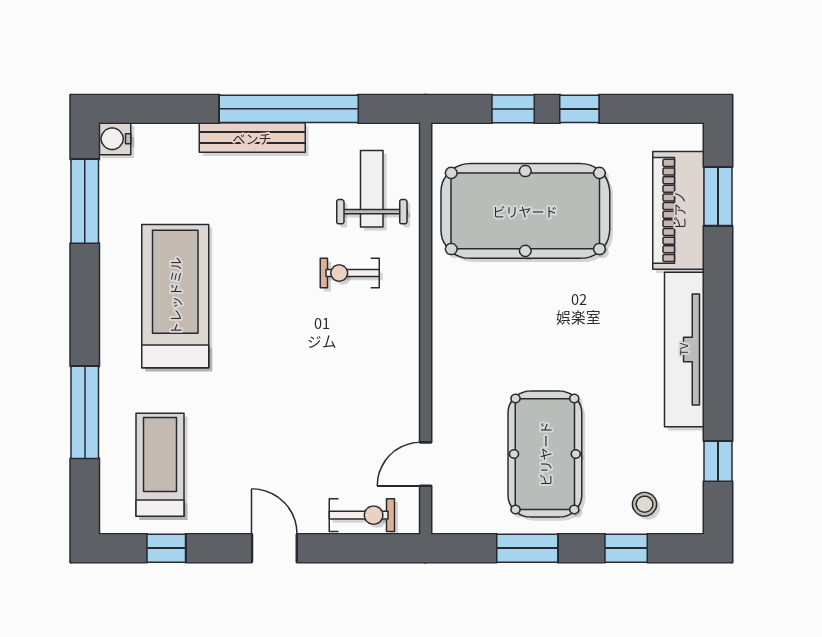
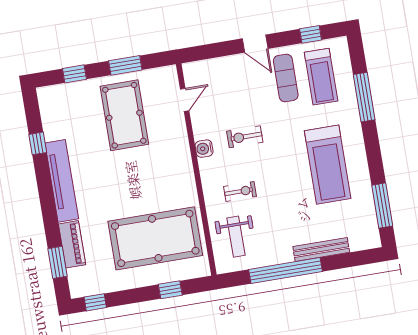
window: (579, 109) -> (95, 302), moved
bench: (252, 138) -> (321, 249), moved
water cooler: (115, 139) -> (204, 149), moved, turned 180
piano: (679, 210) -> (72, 244), width x0.73, depth x0.75
window: (718, 461) -> (38, 143), moved
exercise mat: (227, 474) -> (286, 78), added
stool: (645, 504) -> (69, 98), removed
exercise bike: (362, 515) -> (245, 137), moved

